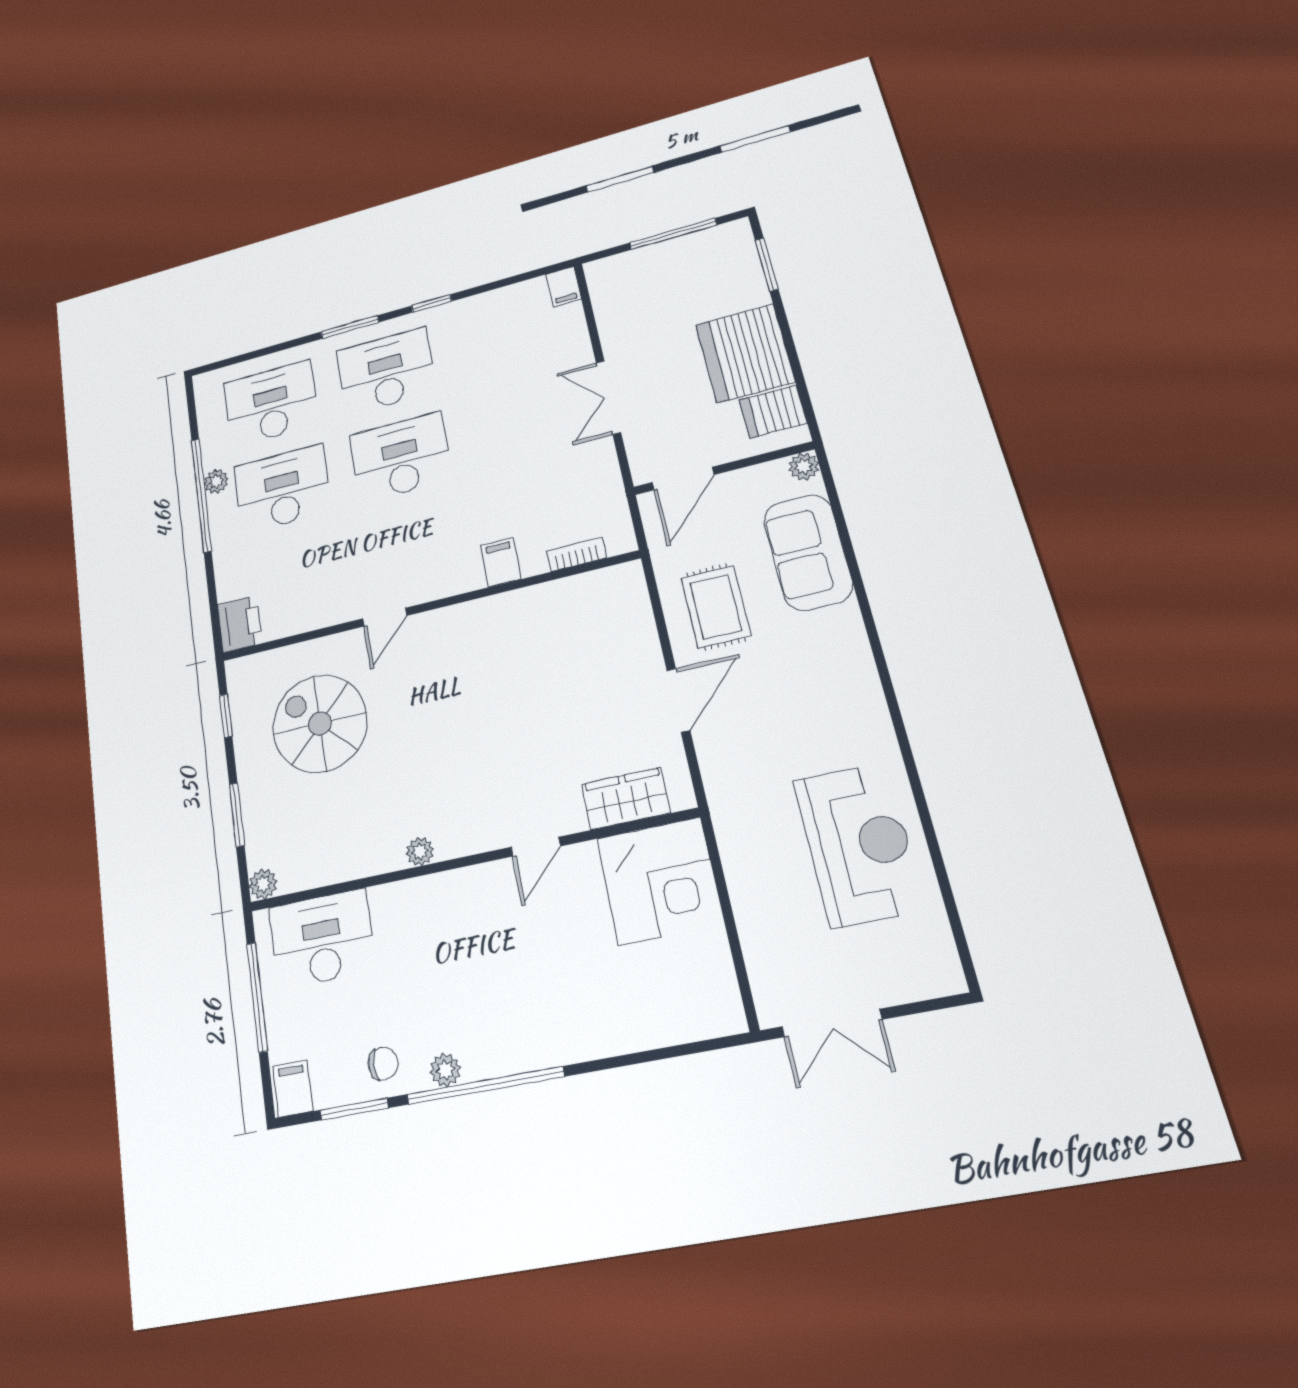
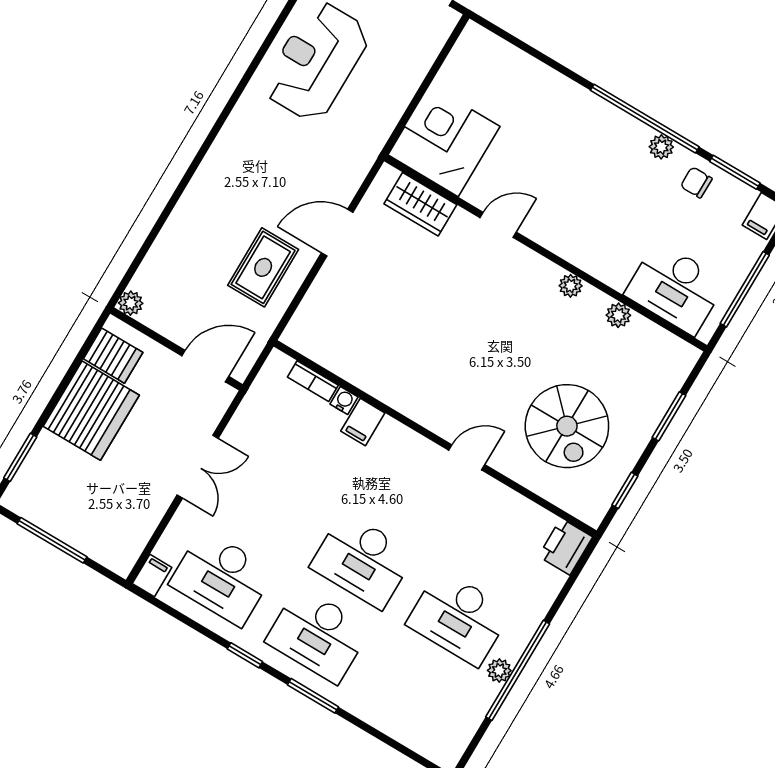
desk: (271, 403) -> (222, 578), moved
sofa: (808, 552) -> (180, 249), removed
water cooler: (534, 564) -> (344, 401), added
plant: (263, 884) -> (618, 315), moved

